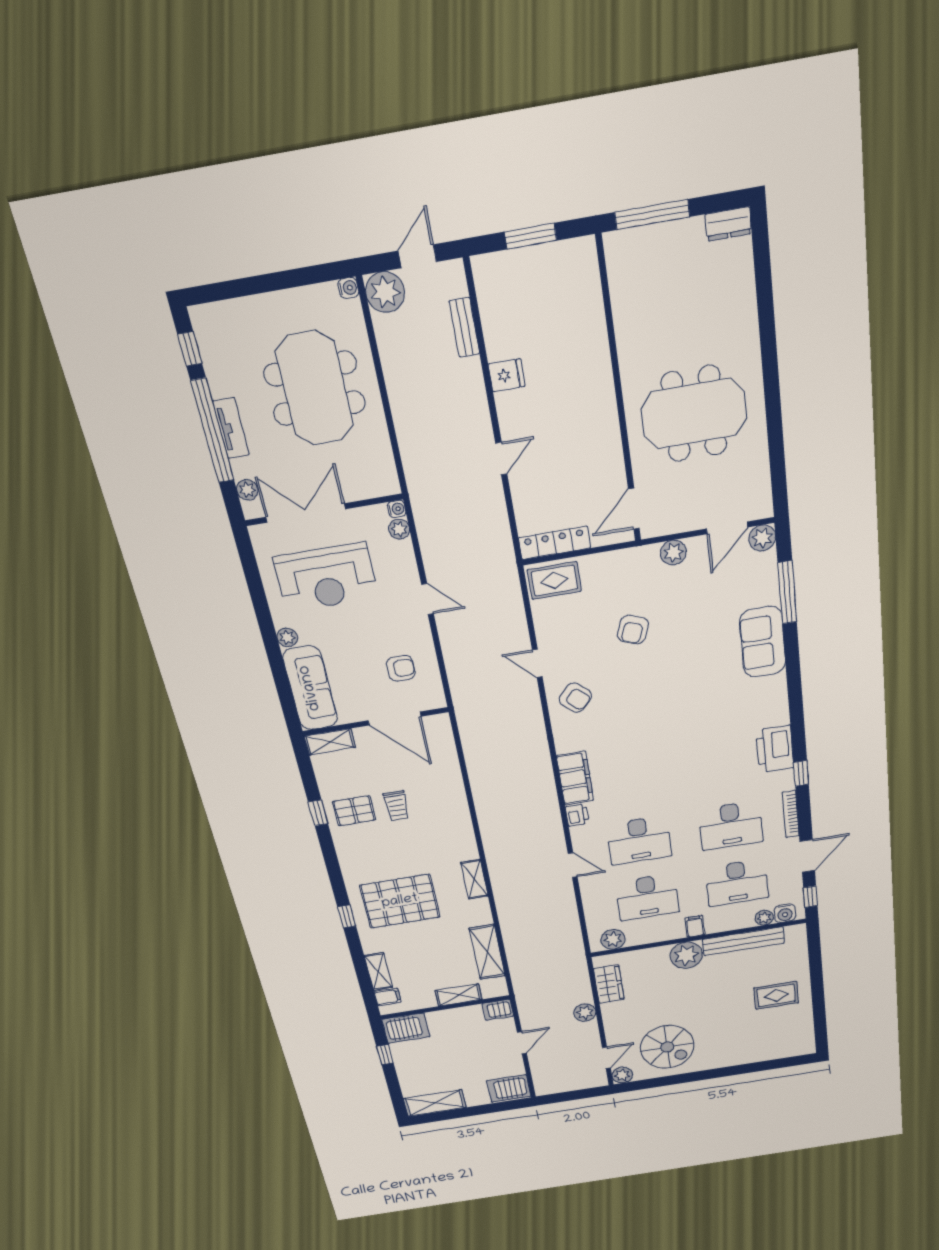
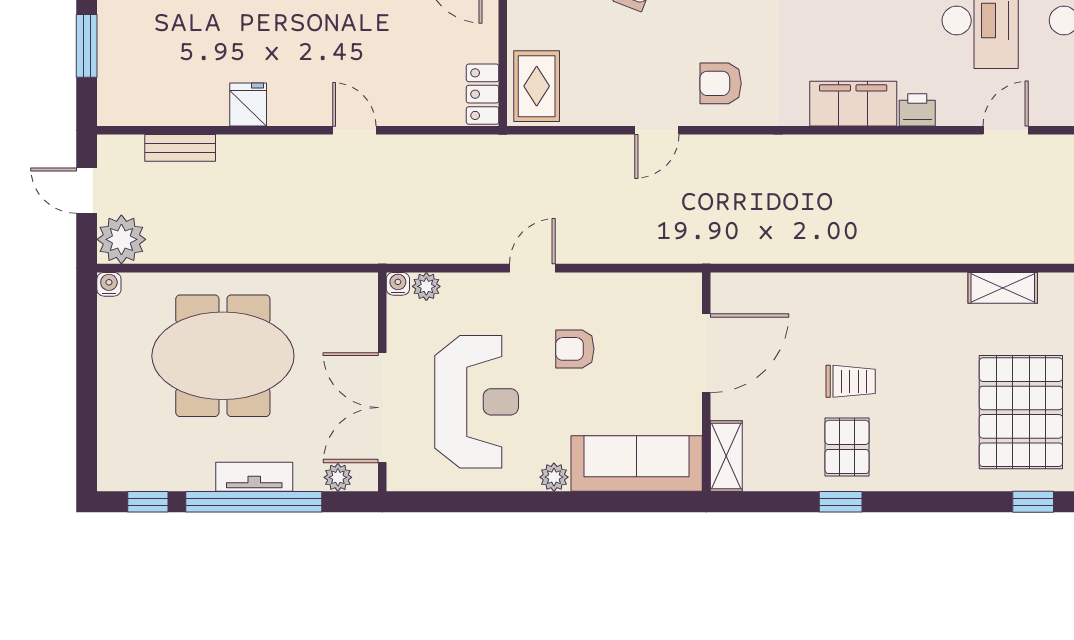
locker: (555, 543) -> (483, 94), width x0.66
armchair: (401, 668) -> (575, 349), moved, turned -90
armchair: (575, 698) -> (721, 83), turned -133

